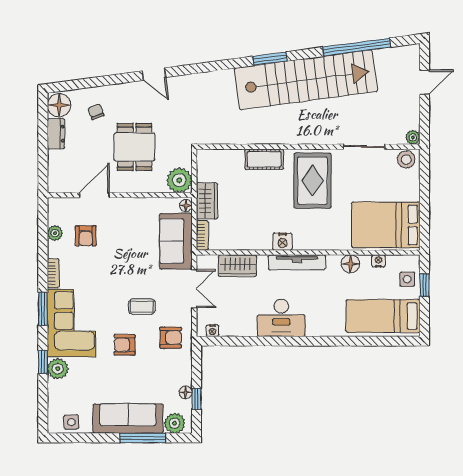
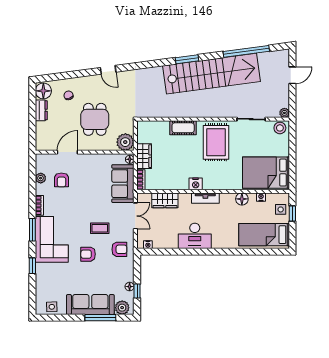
tv unit: (297, 262) -> (205, 198), width x0.71
plant: (58, 369) -> (42, 270), removed

